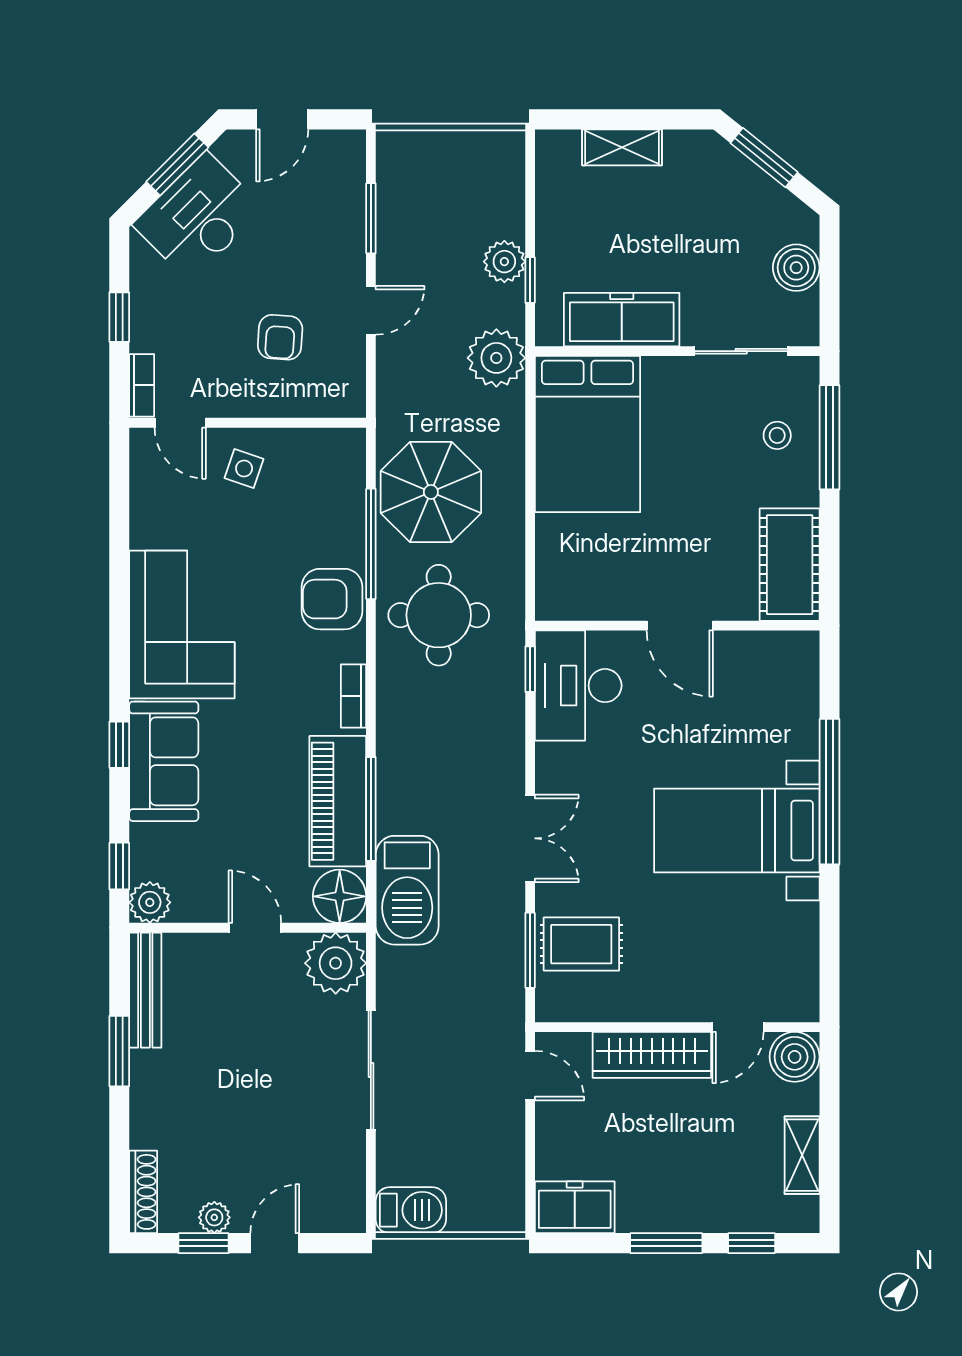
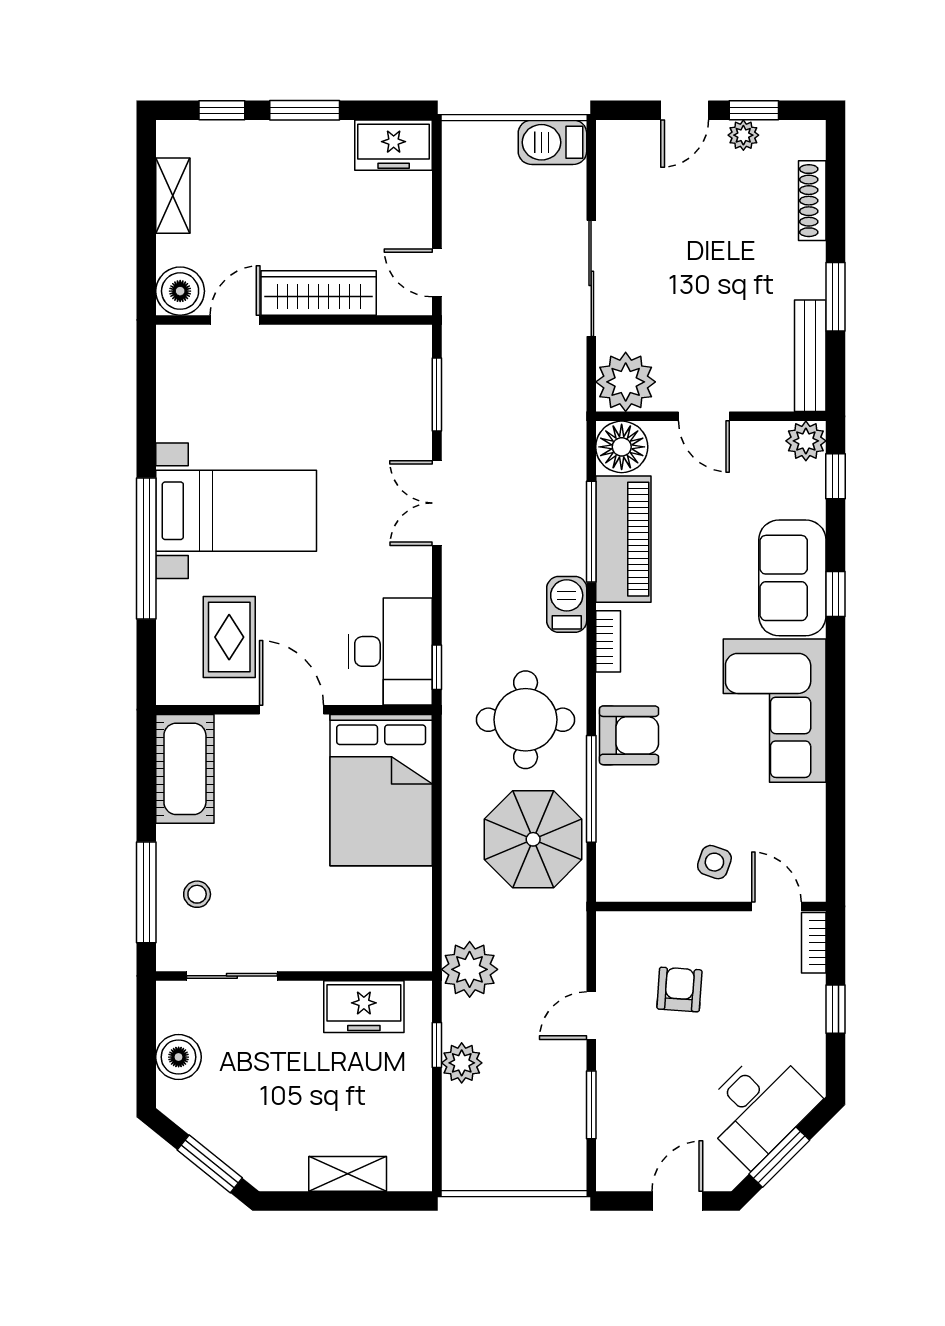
freezer: (622, 320) -> (364, 1007), width x0.71
bed: (587, 434) -> (381, 790), moved, turned 180
barbecue: (407, 890) -> (567, 604), moved, width x0.53, depth x0.65
rug: (581, 944) -> (229, 637), moved, turned 90
shoe rack: (143, 1192) -> (812, 201), moved

